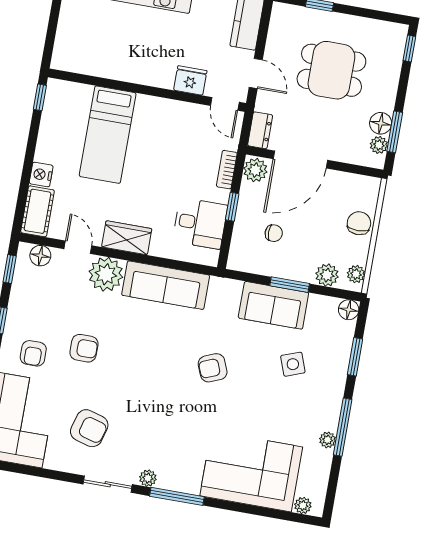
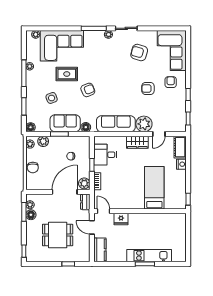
door: (78, 247) -> (159, 134), hinge flipped
floor lamp: (40, 256) -> (86, 127), moved
rug: (251, 410) -> (67, 74), added

